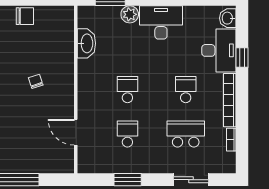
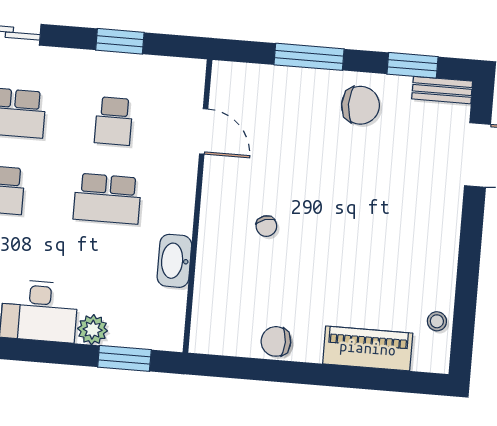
washbasin: (86, 43) -> (174, 261), moved
school desk: (127, 90) -> (107, 199), width x1.85

